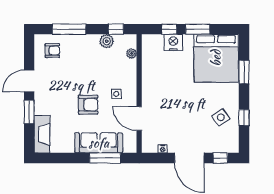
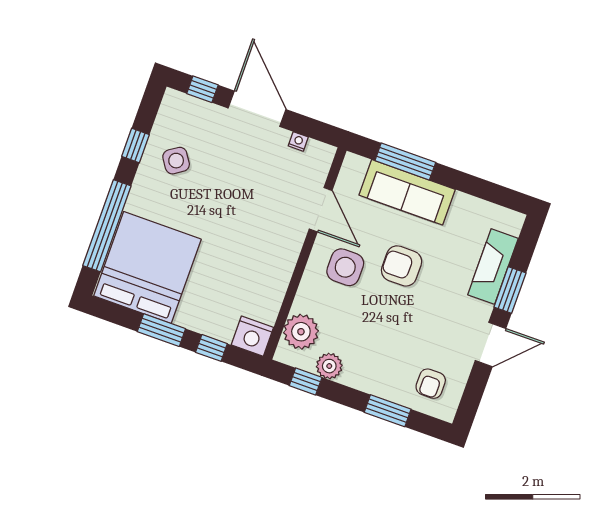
window: (69, 29) -> (388, 411), width x0.69
nightstand: (173, 42) -> (252, 336), moved
armchair: (52, 51) -> (431, 384), turned -90
plant: (132, 53) -> (301, 332), width x1.87, depth x1.87
window: (244, 72) -> (107, 226), width x2.11
side table: (116, 94) -> (345, 267), width x1.87, depth x1.87
fireplace: (42, 134) -> (493, 267), moved

